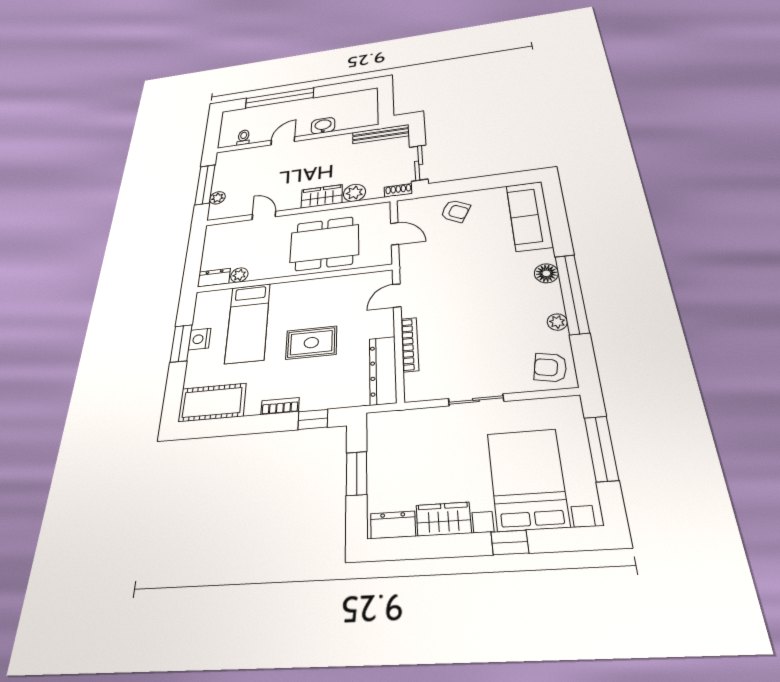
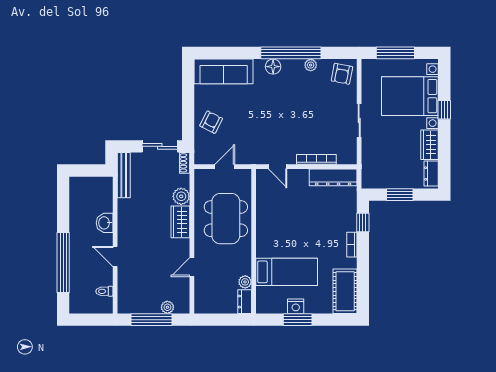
rug: (311, 343) -> (308, 226), removed

